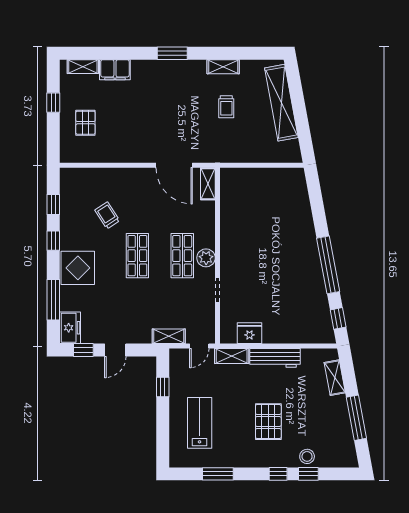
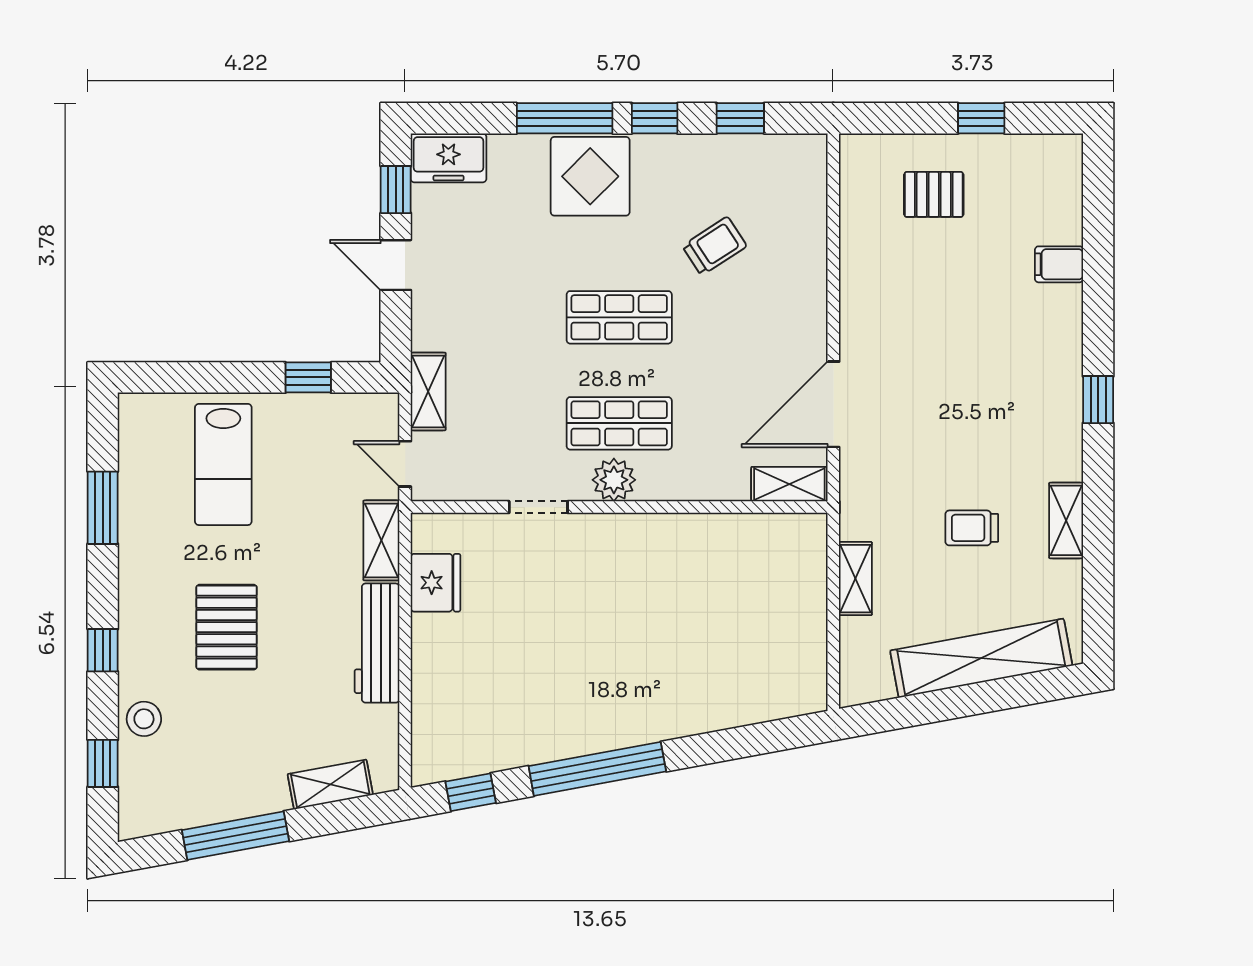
window: (172, 53) -> (1098, 400), width x0.67
shelving: (83, 67) -> (855, 579), moved
filing cabinet: (115, 70) -> (1059, 264), width x0.50
window: (53, 300) -> (565, 118), moved
pallet: (268, 422) -> (227, 627), turned 90
lab bench: (200, 423) -> (223, 464), turned 90
window: (308, 474) -> (103, 763), moved

